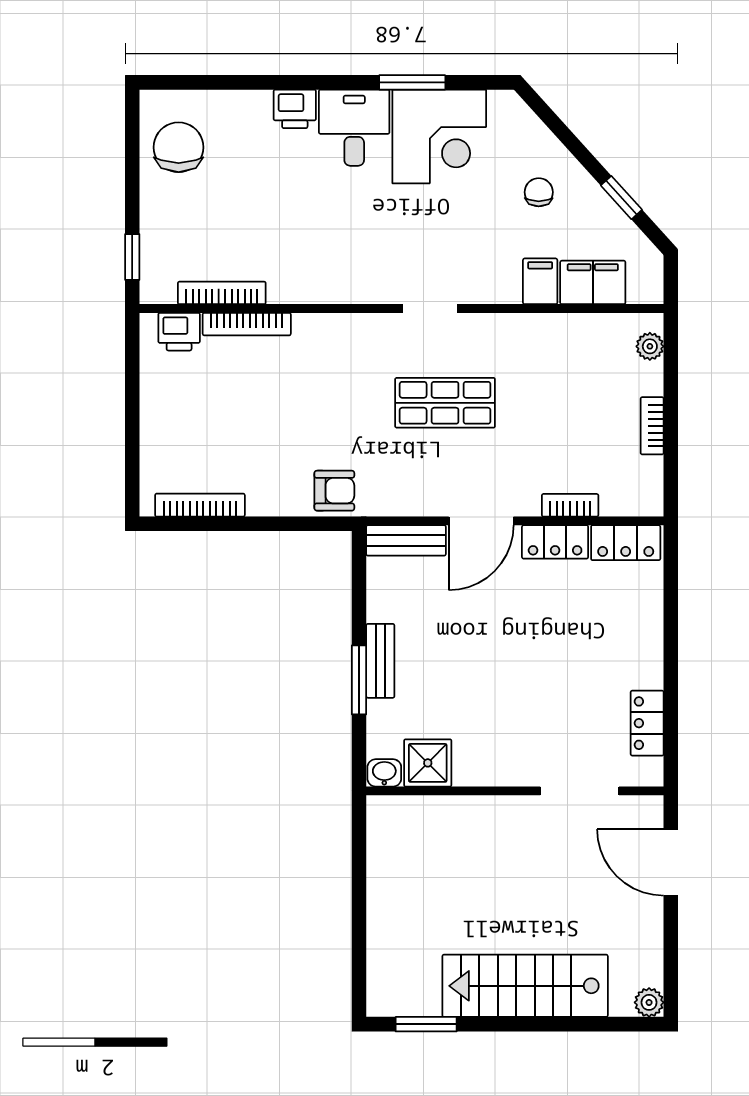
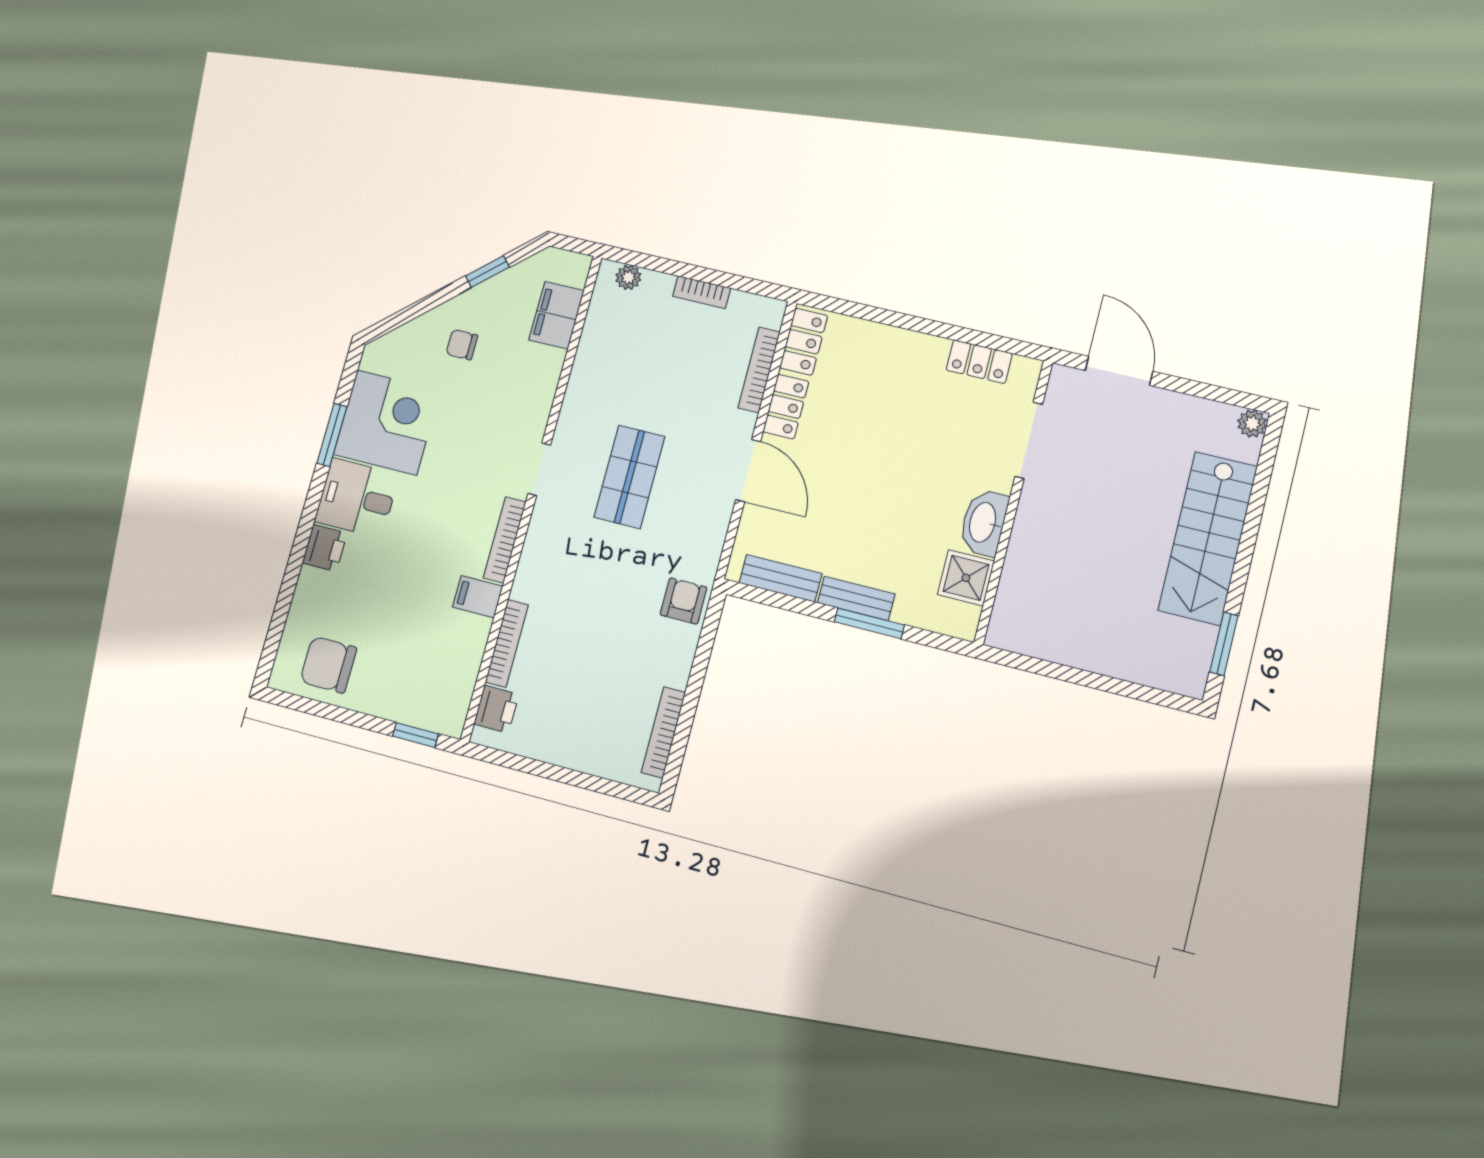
filing cabinet: (540, 281) -> (478, 597), moved
bookcase: (222, 293) -> (505, 540), moved
bookcase: (570, 505) -> (759, 370), width x1.56
bench: (406, 540) -> (781, 578), moved, turned 90
washbasin: (384, 773) -> (984, 523), moved, width x1.91, depth x1.45
door: (671, 862) -> (1119, 371), swing flipped

